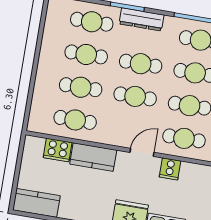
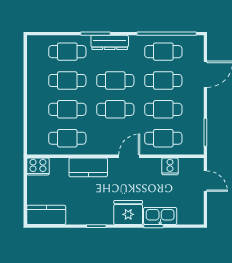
cooker: (58, 150) -> (38, 166), moved
cooker: (170, 169) -> (170, 166), moved

